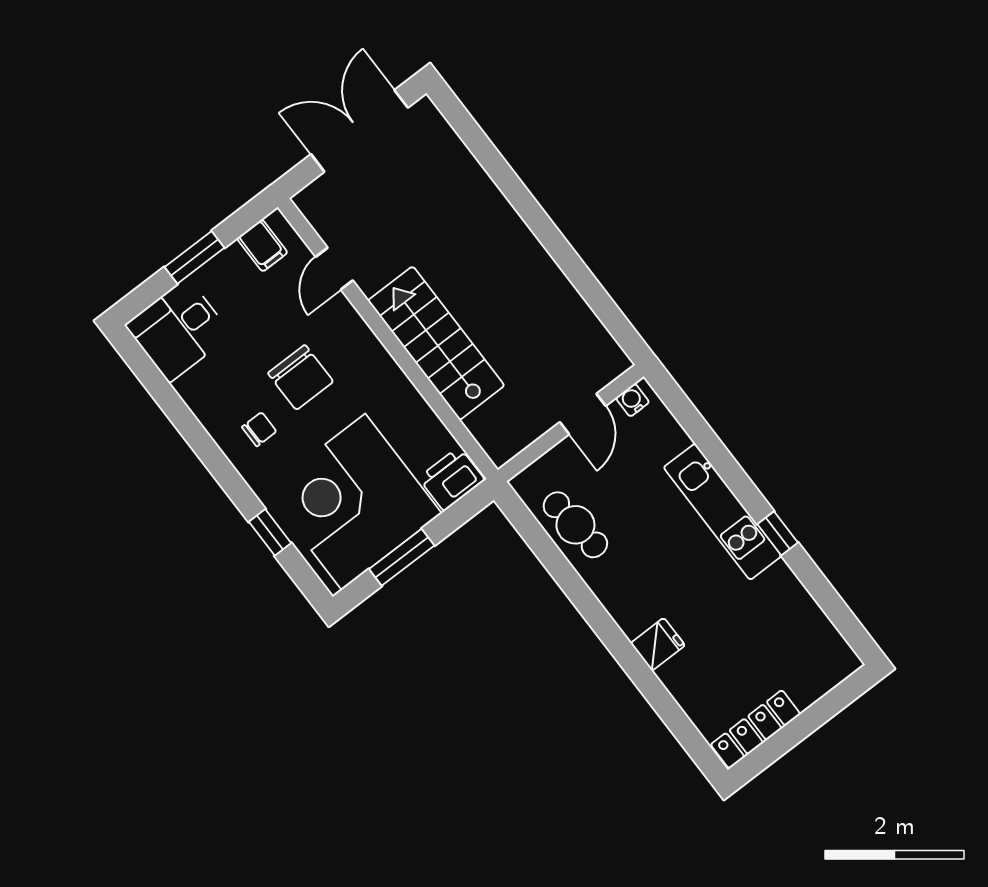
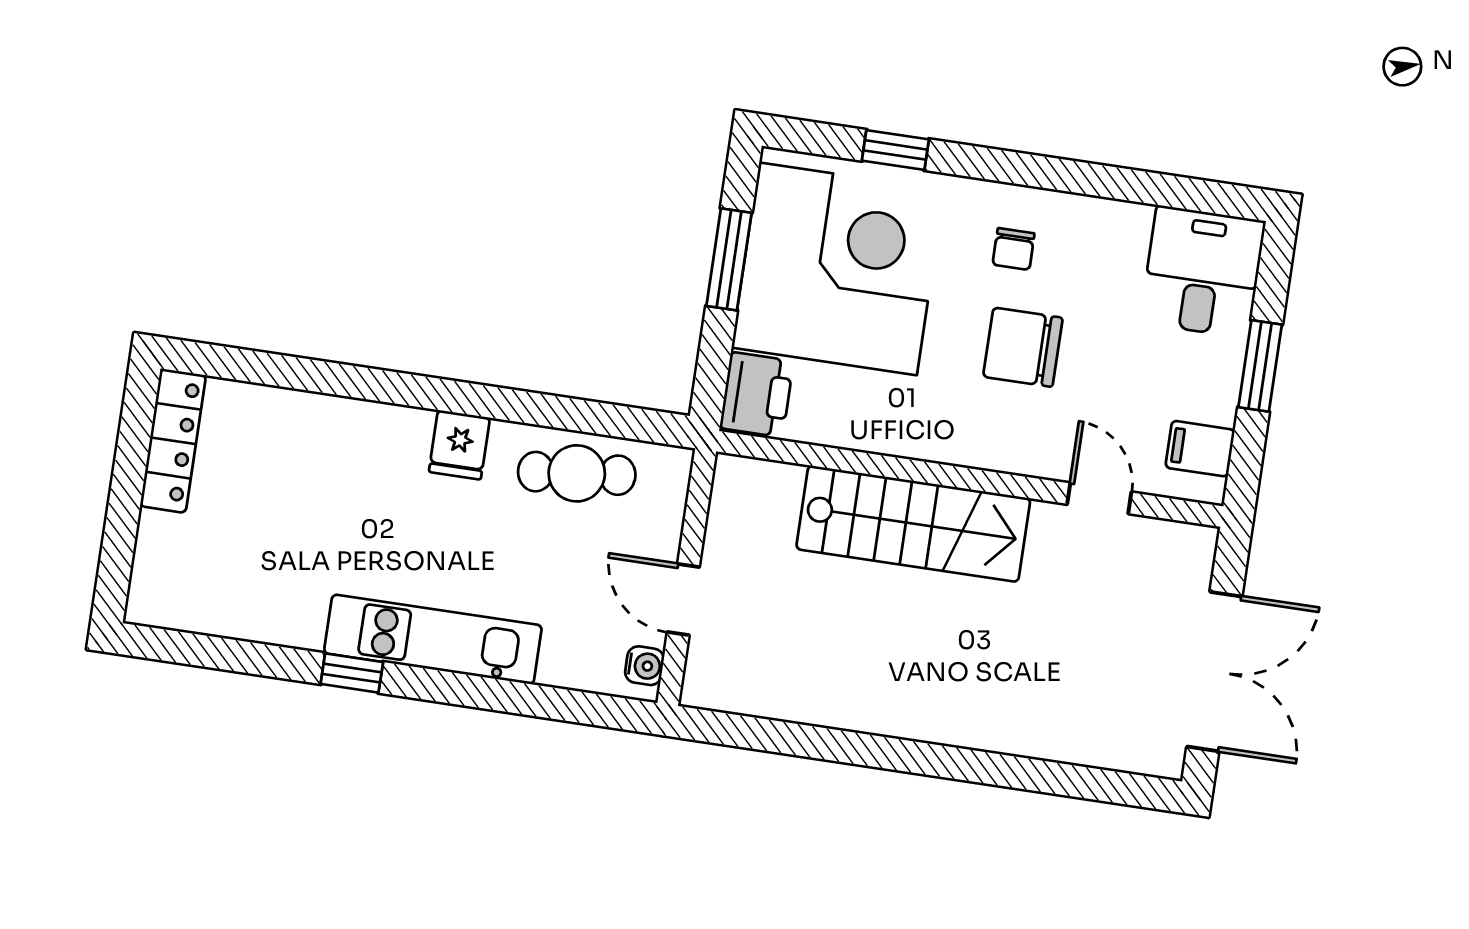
fridge: (658, 644) -> (459, 445), moved

